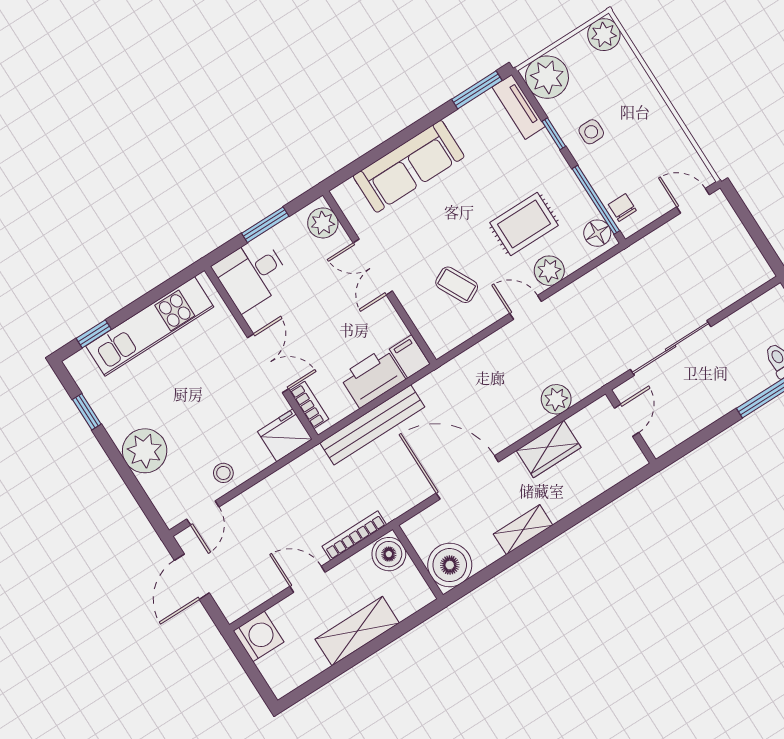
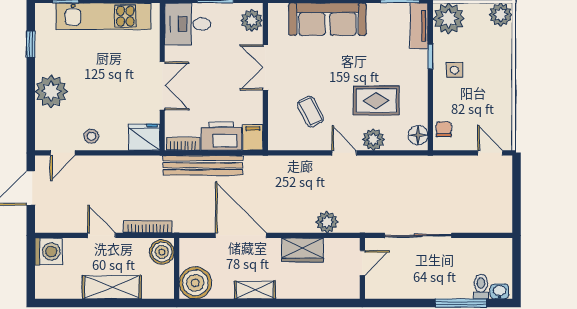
window: (596, 200) -> (430, 114), removed
bookcase: (309, 405) -> (183, 144), moved, turned -90

